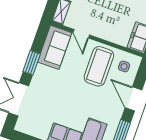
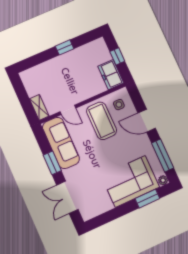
sofa: (55, 47) -> (61, 143), width x1.36

